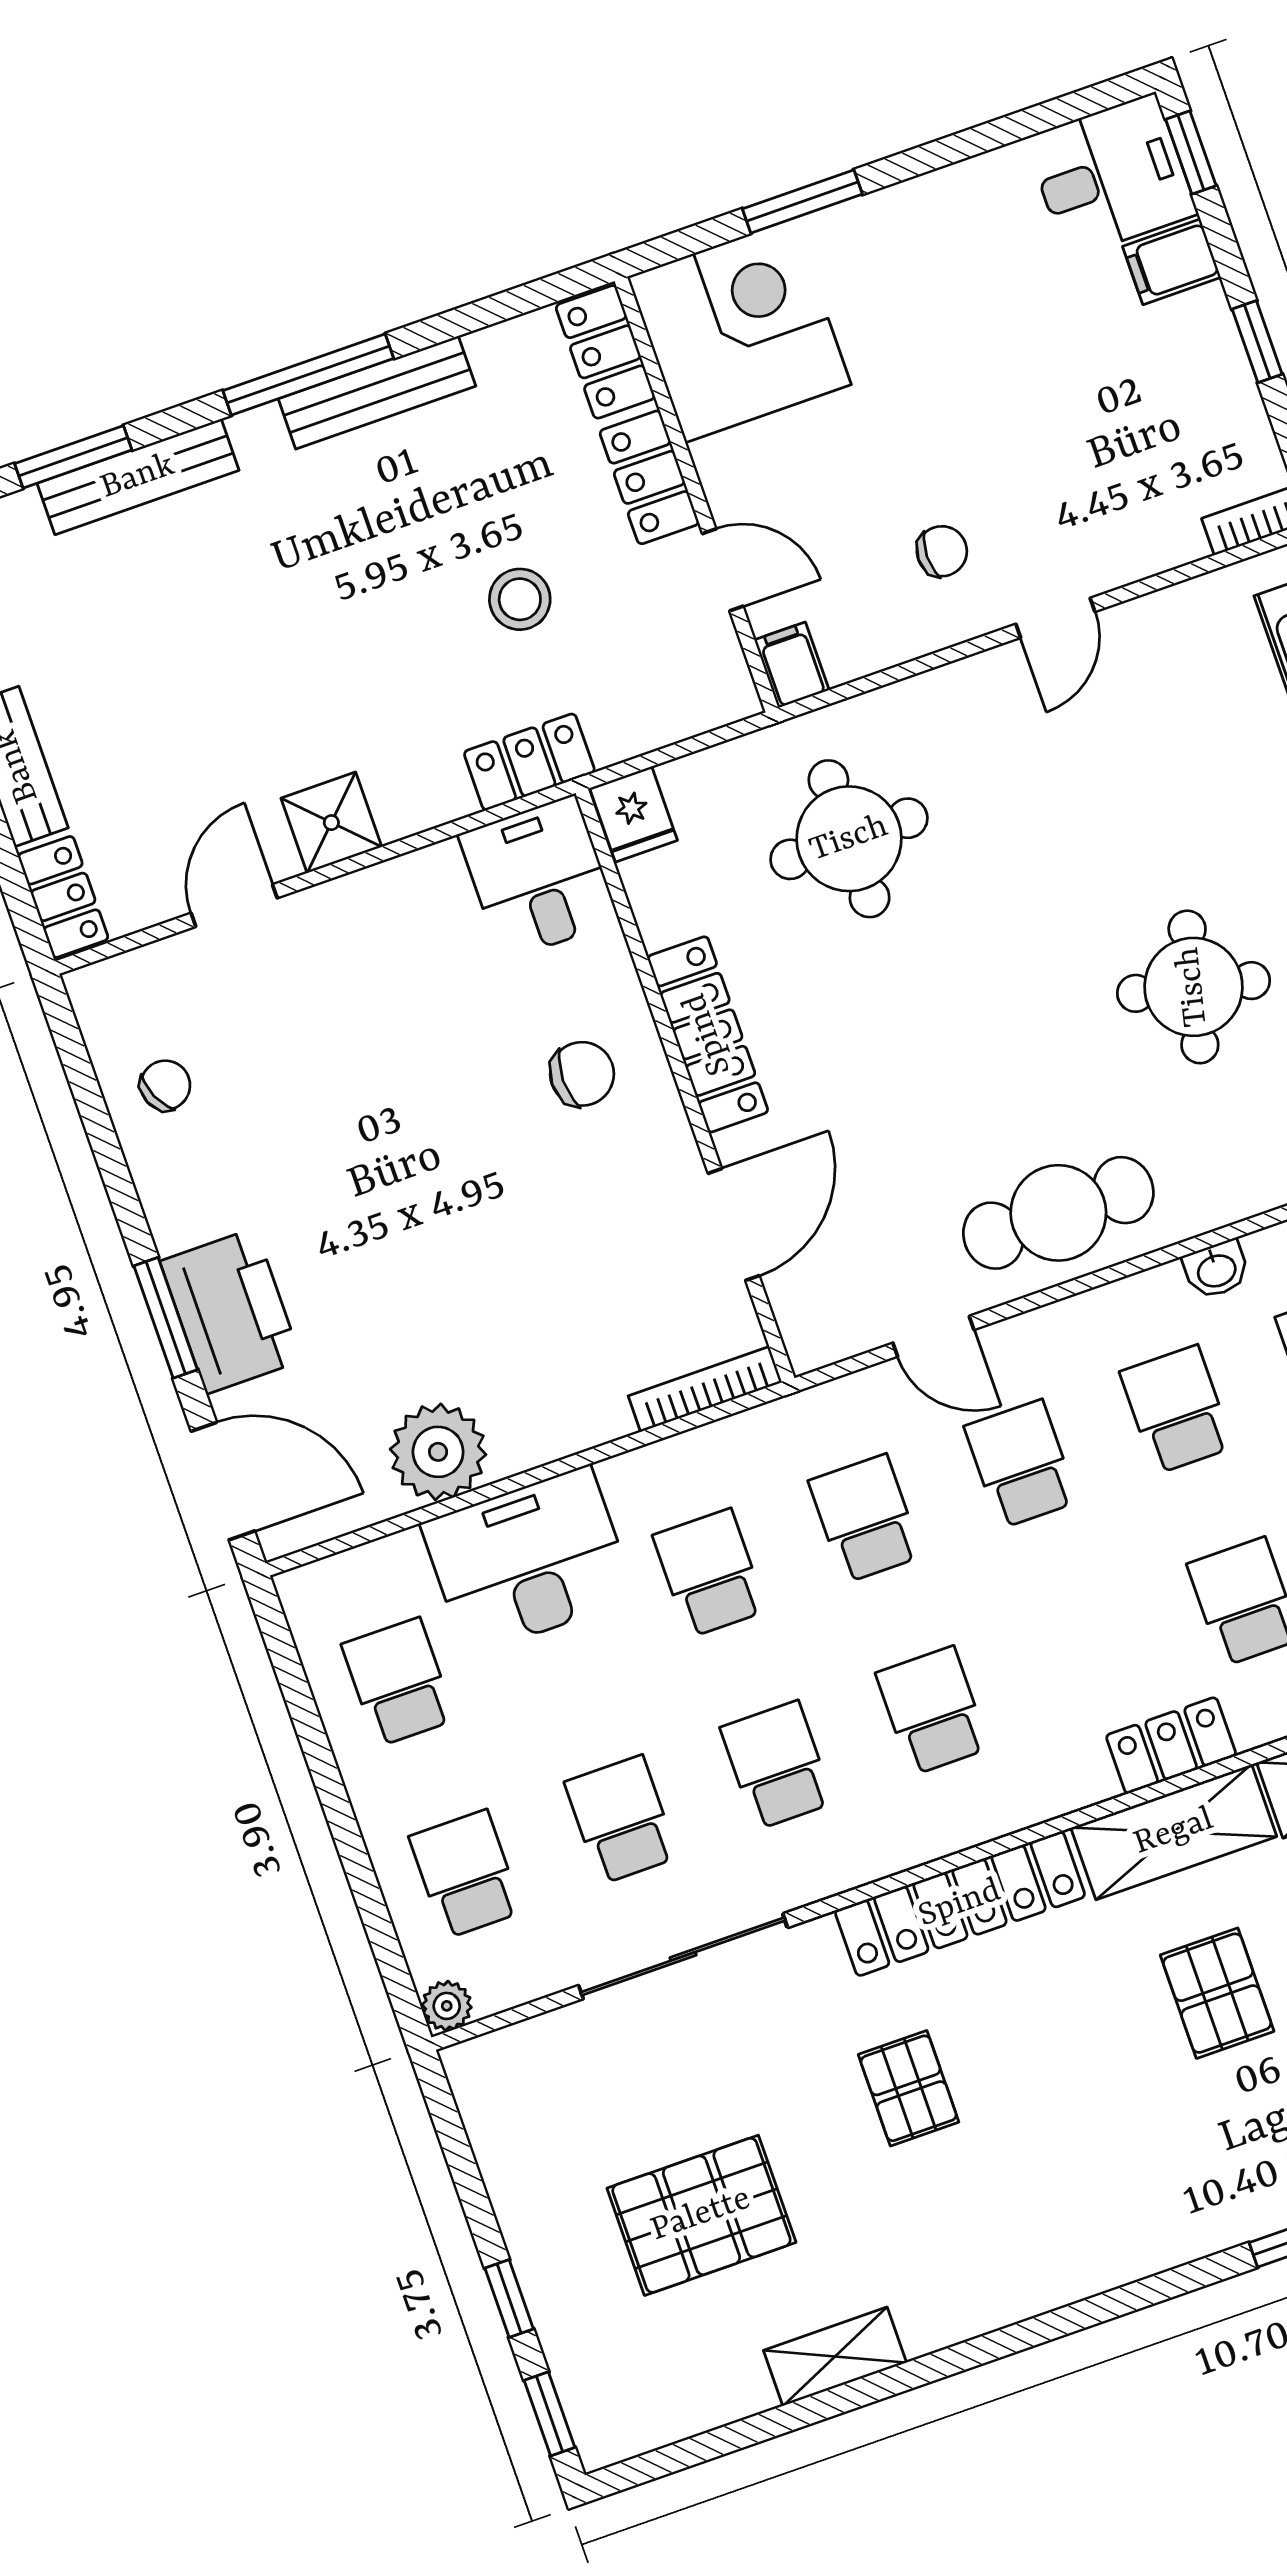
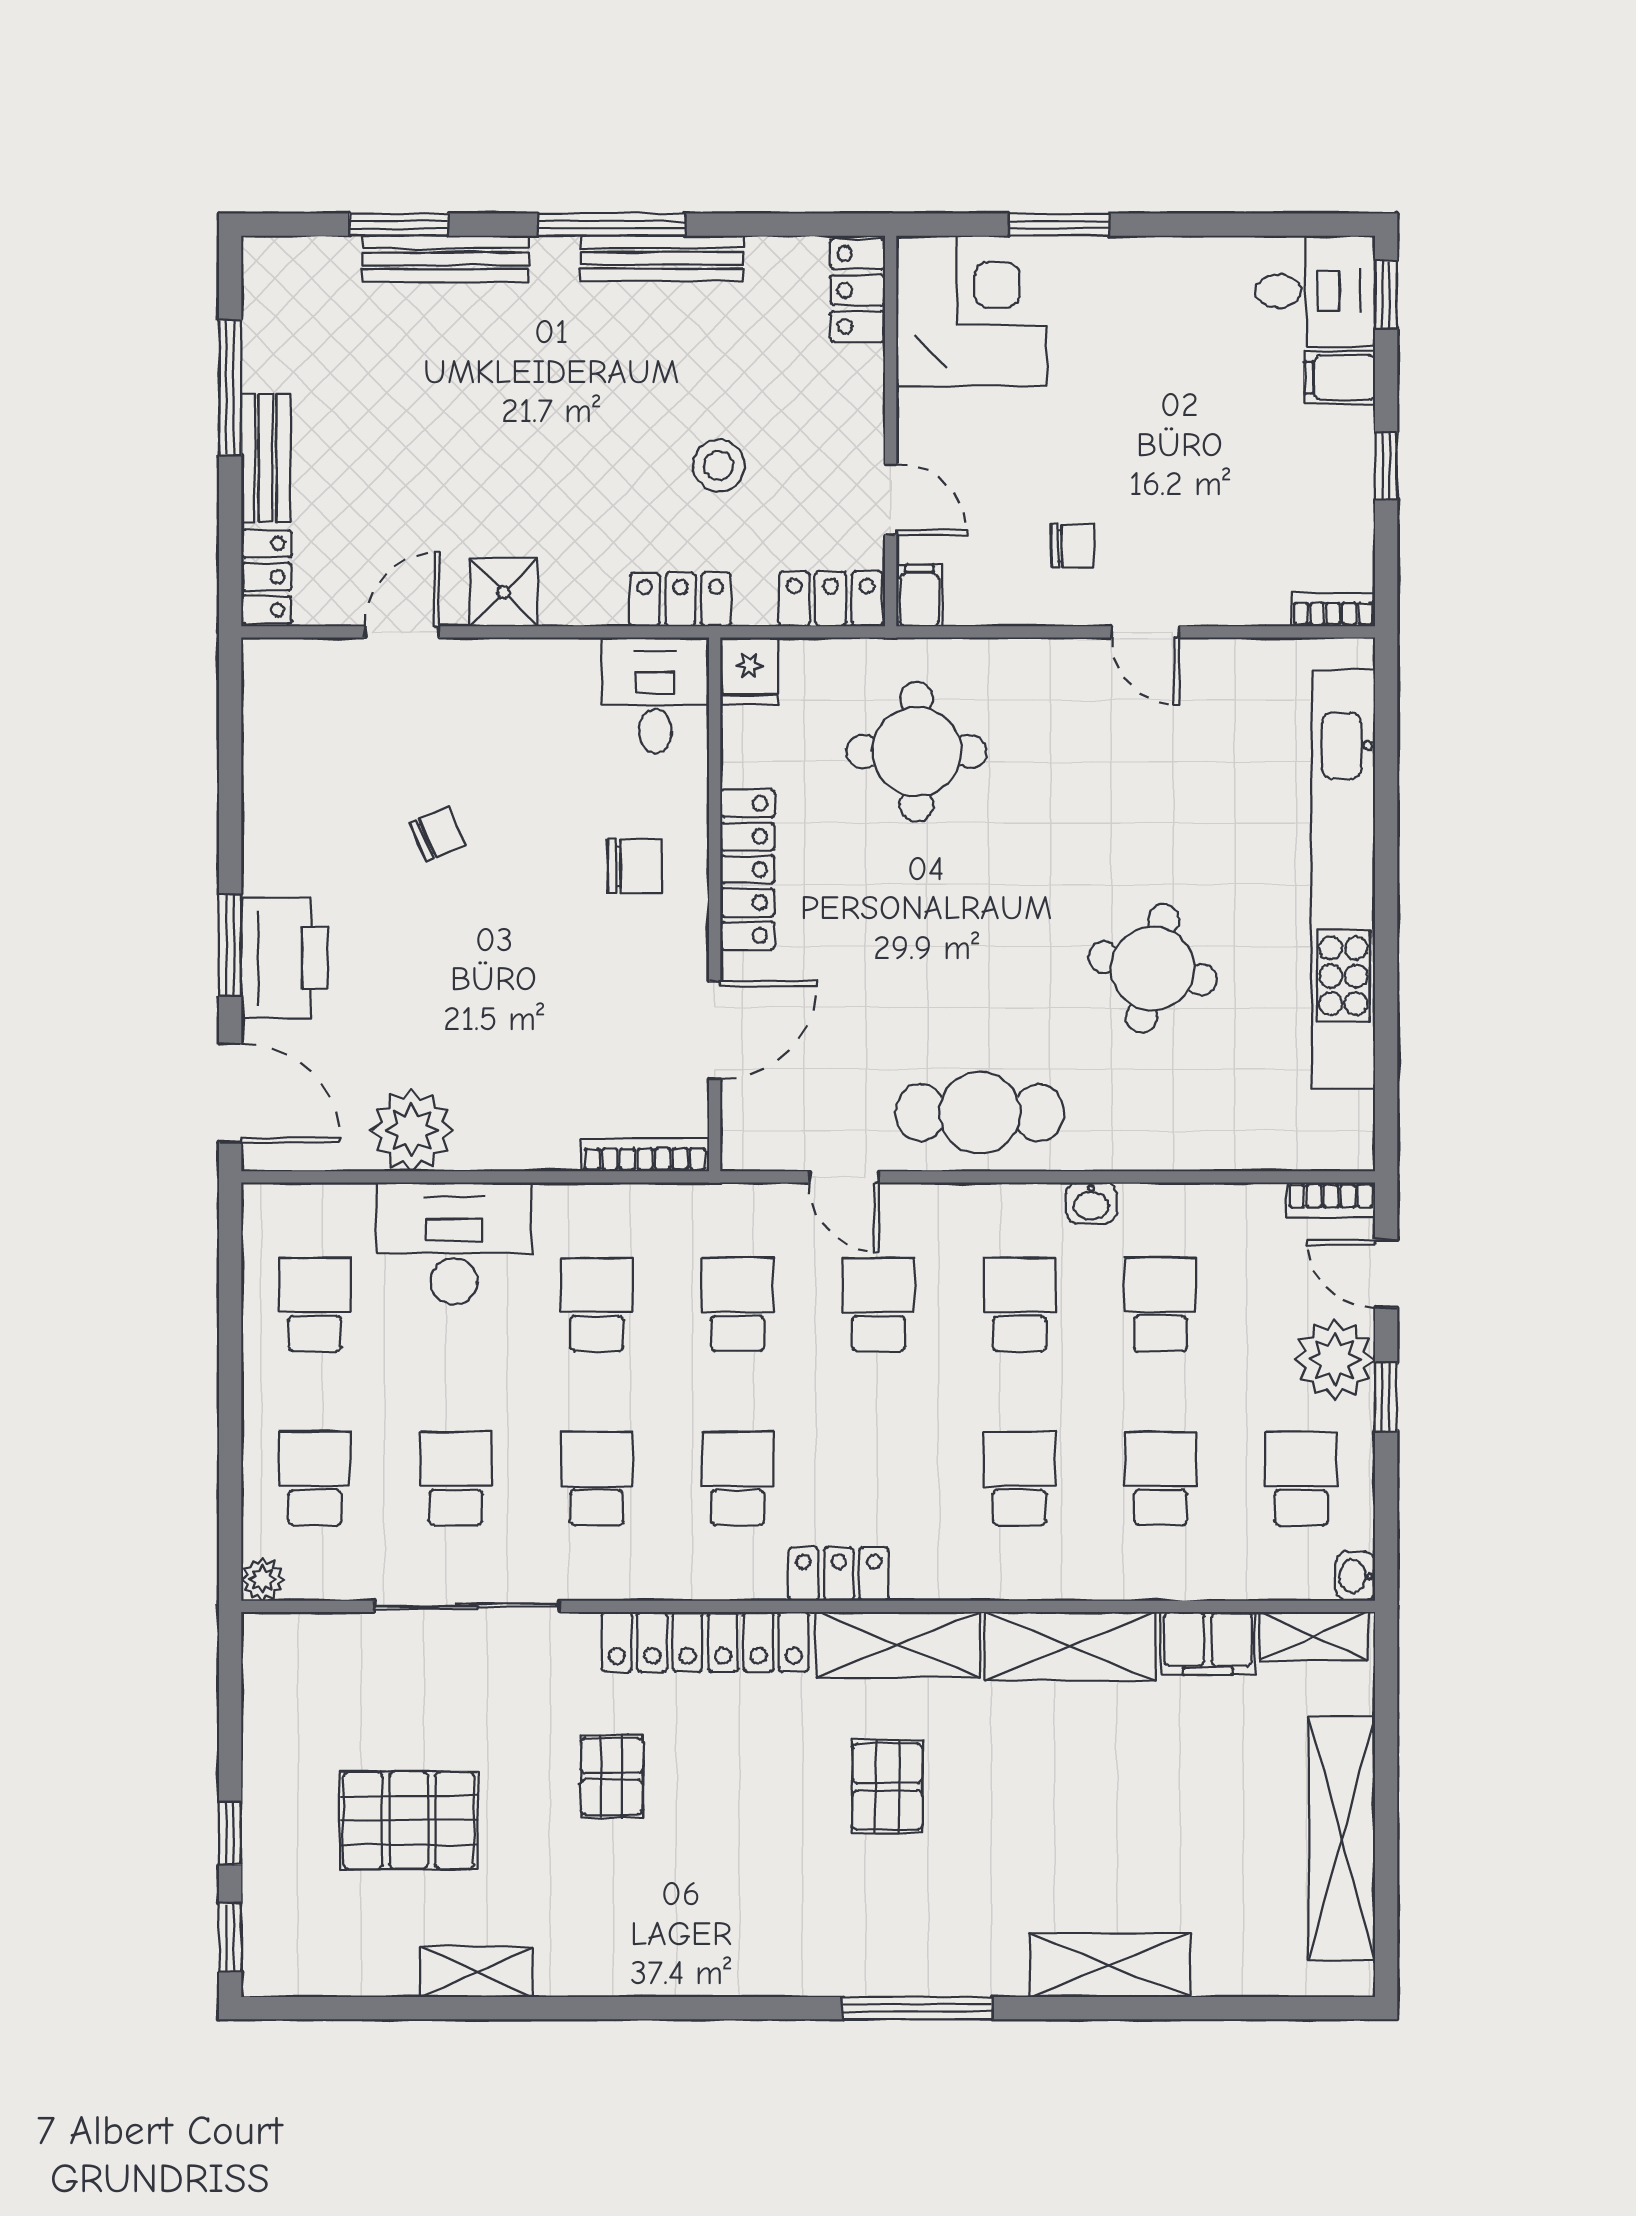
locker: (649, 477) -> (830, 599), moved, turned 90
door: (1055, 618) -> (1145, 632), hinge flipped
chair: (165, 1085) -> (438, 834), moved
locker: (1171, 1745) -> (839, 1574), moved

